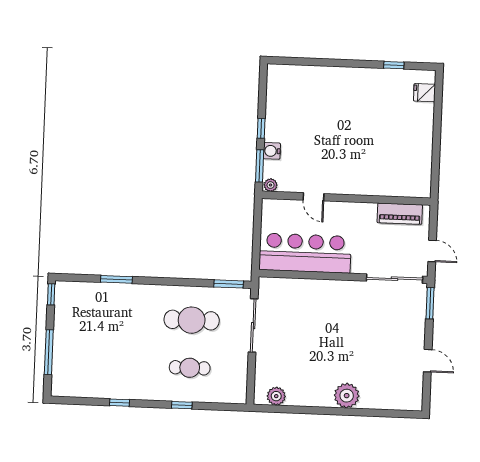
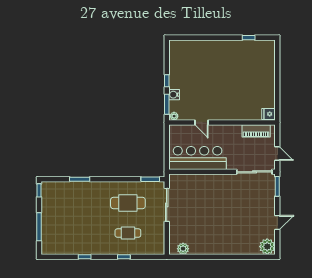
fridge: (424, 93) -> (269, 114), moved
door: (428, 361) -> (277, 223), hinge flipped
plant: (347, 396) -> (267, 247), moved

